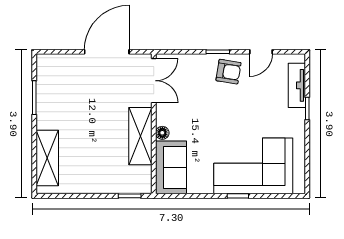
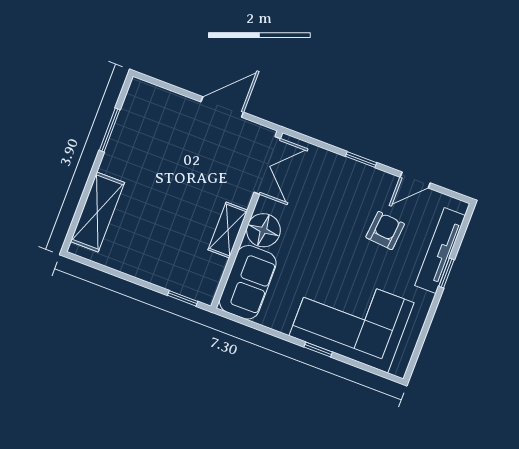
door: (107, 52) -> (222, 107), width x0.73
armchair: (228, 72) -> (385, 231), moved, turned -94
tv unit: (297, 85) -> (440, 251), width x1.41
floor lamp: (162, 133) -> (263, 230), width x1.89, depth x1.89
shelving: (140, 136) -> (228, 230), width x0.67, depth x0.75

